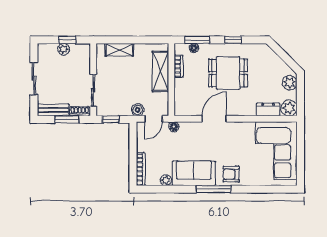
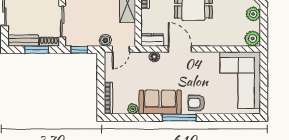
dresser: (268, 109) -> (152, 40), moved
door: (214, 119) -> (180, 49), hinge flipped
floor lamp: (174, 127) -> (154, 57), moved

